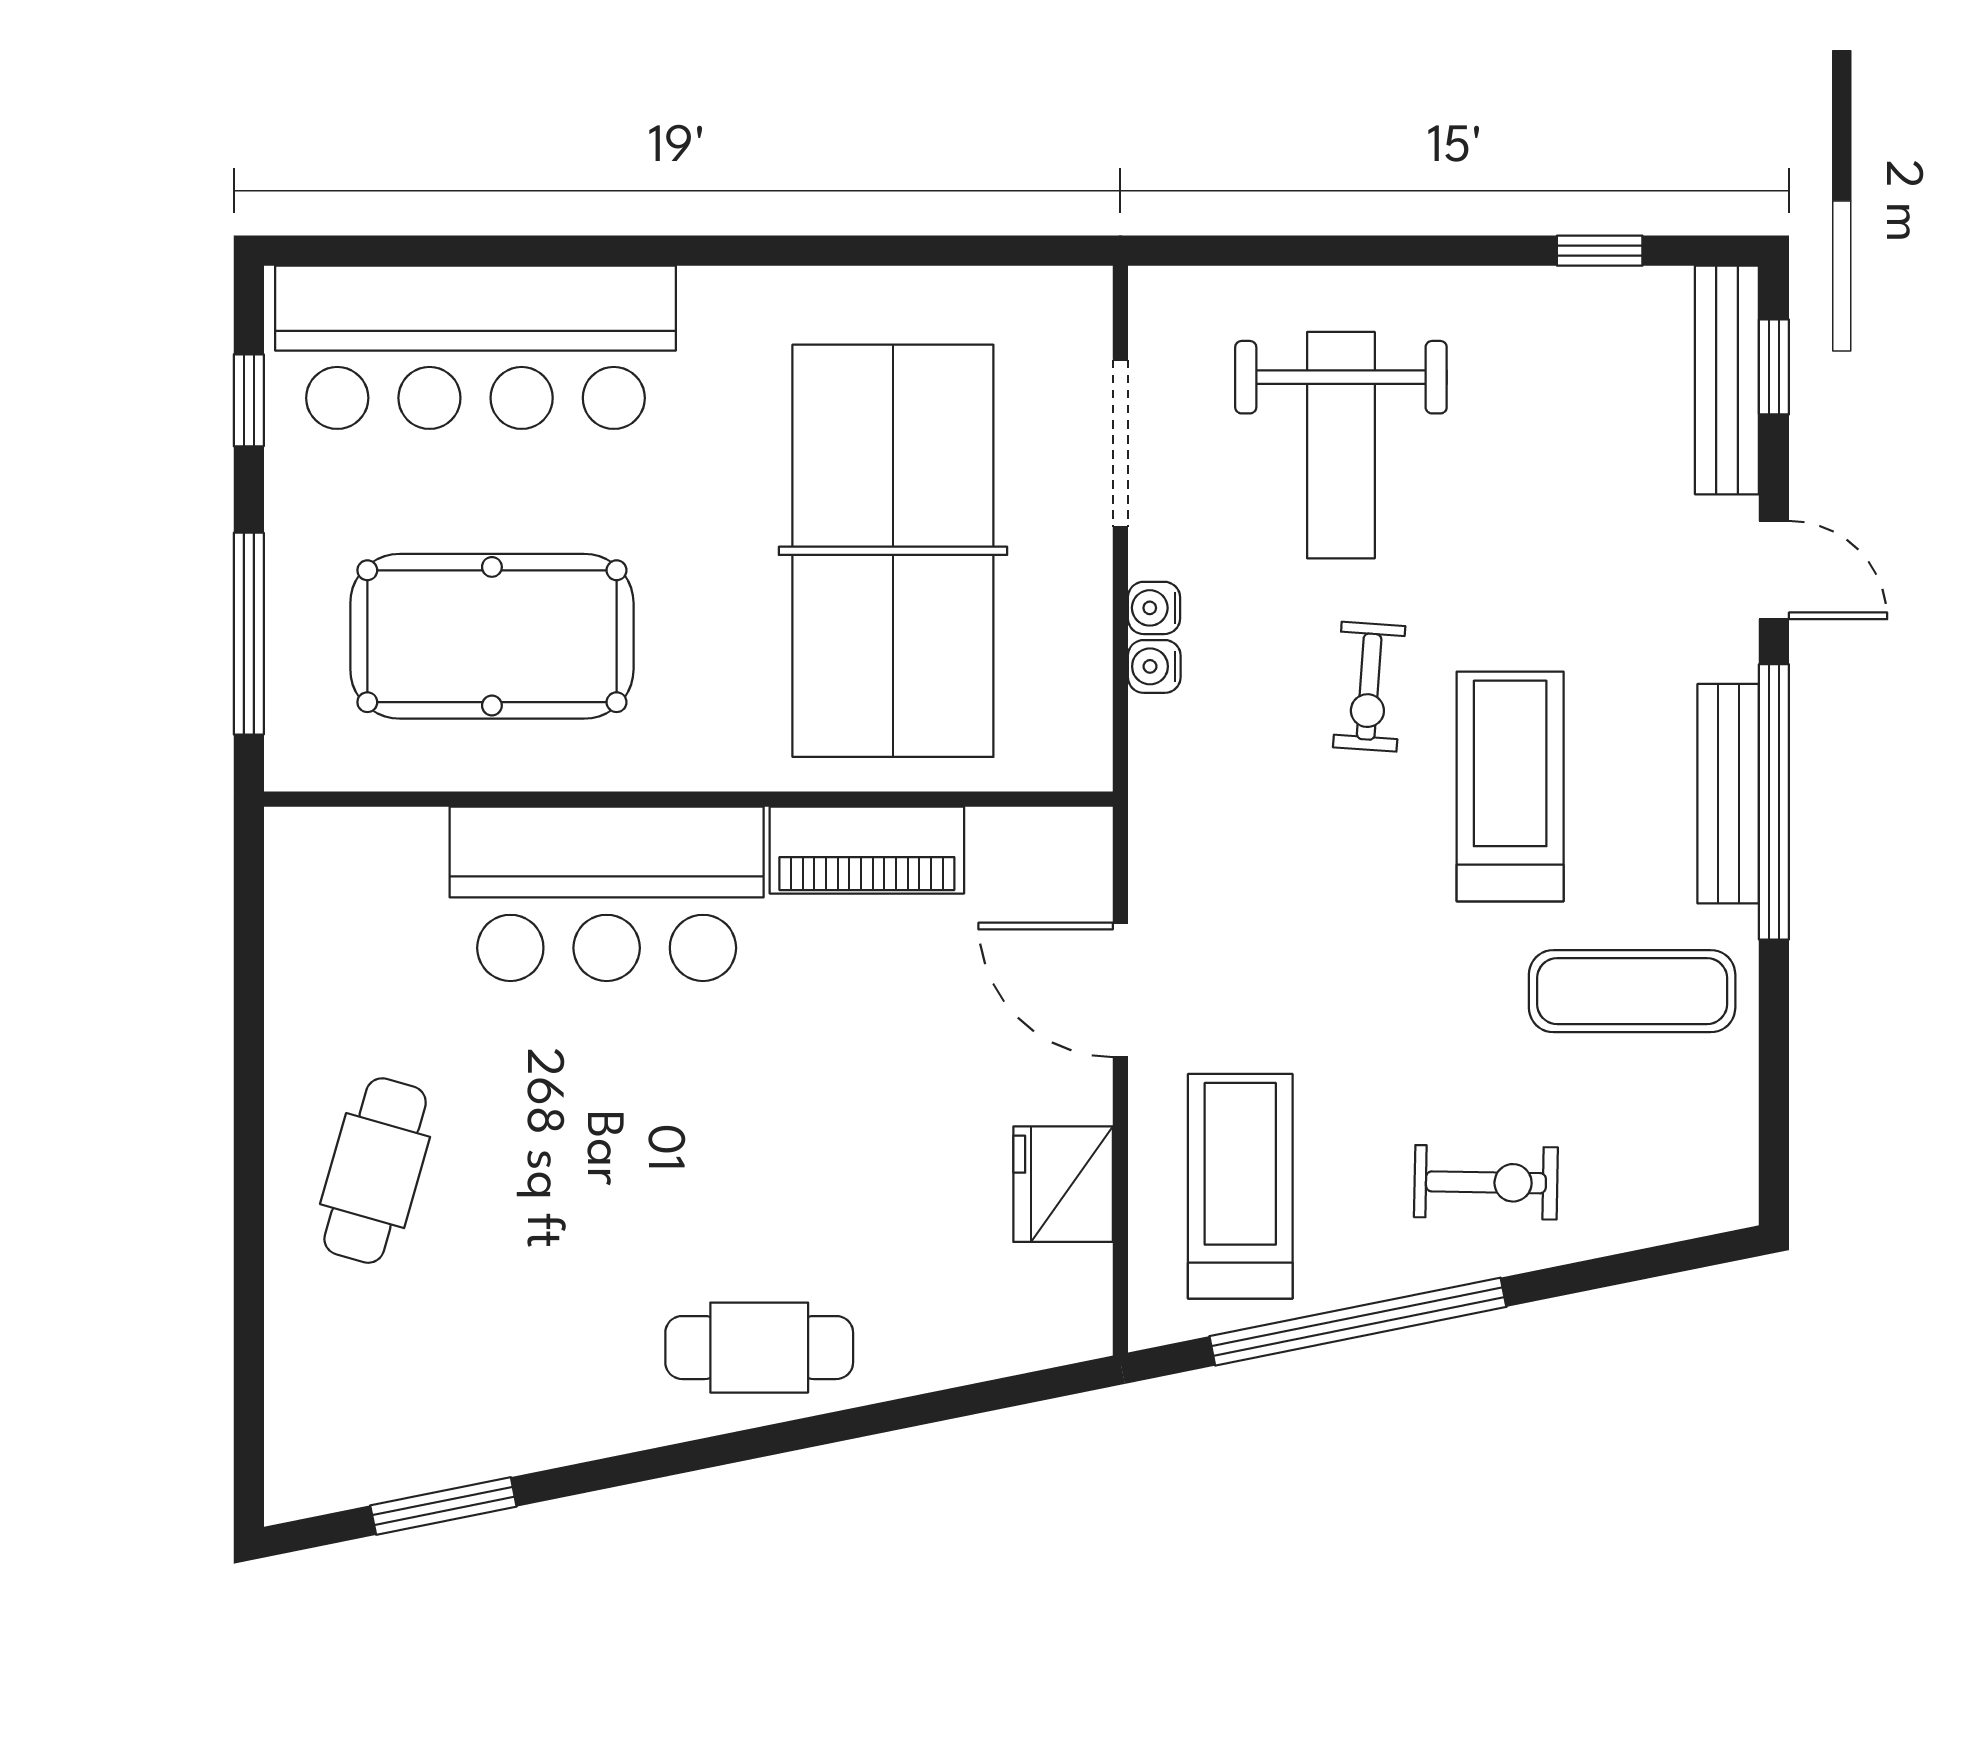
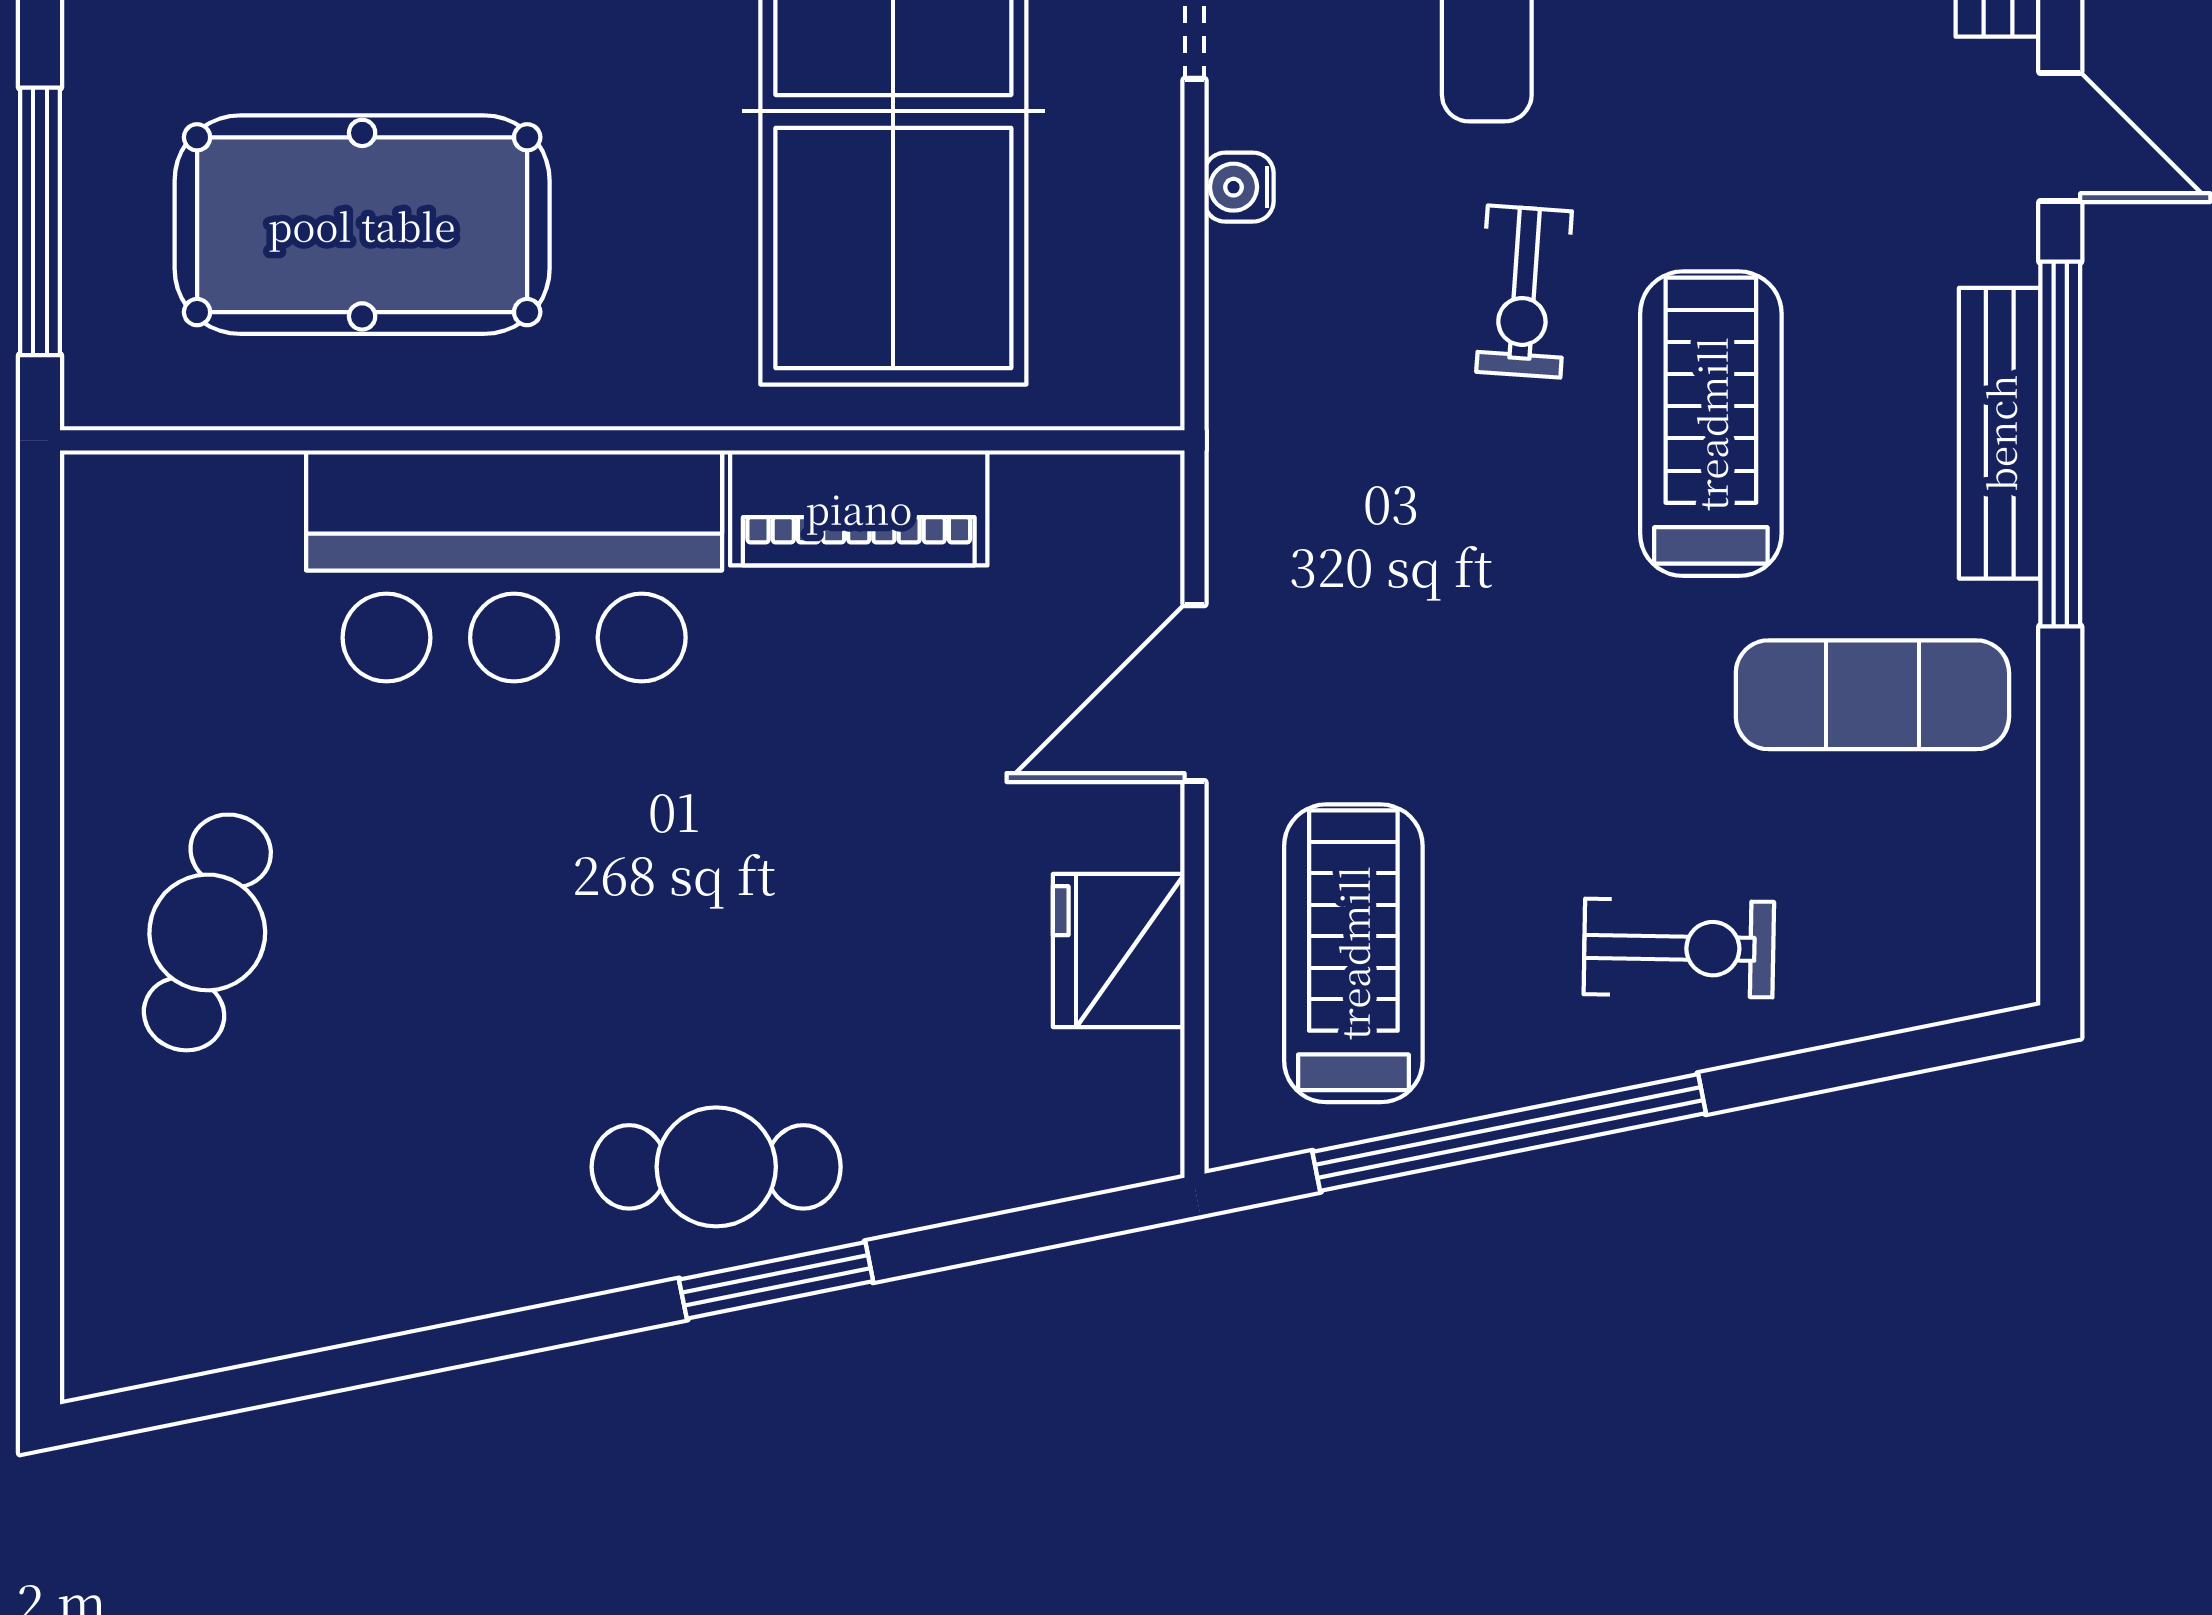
water cooler: (1154, 666) -> (1239, 265), removed
door: (1120, 990) -> (1194, 693), hinge flipped
window: (443, 1506) -> (776, 1280), moved

